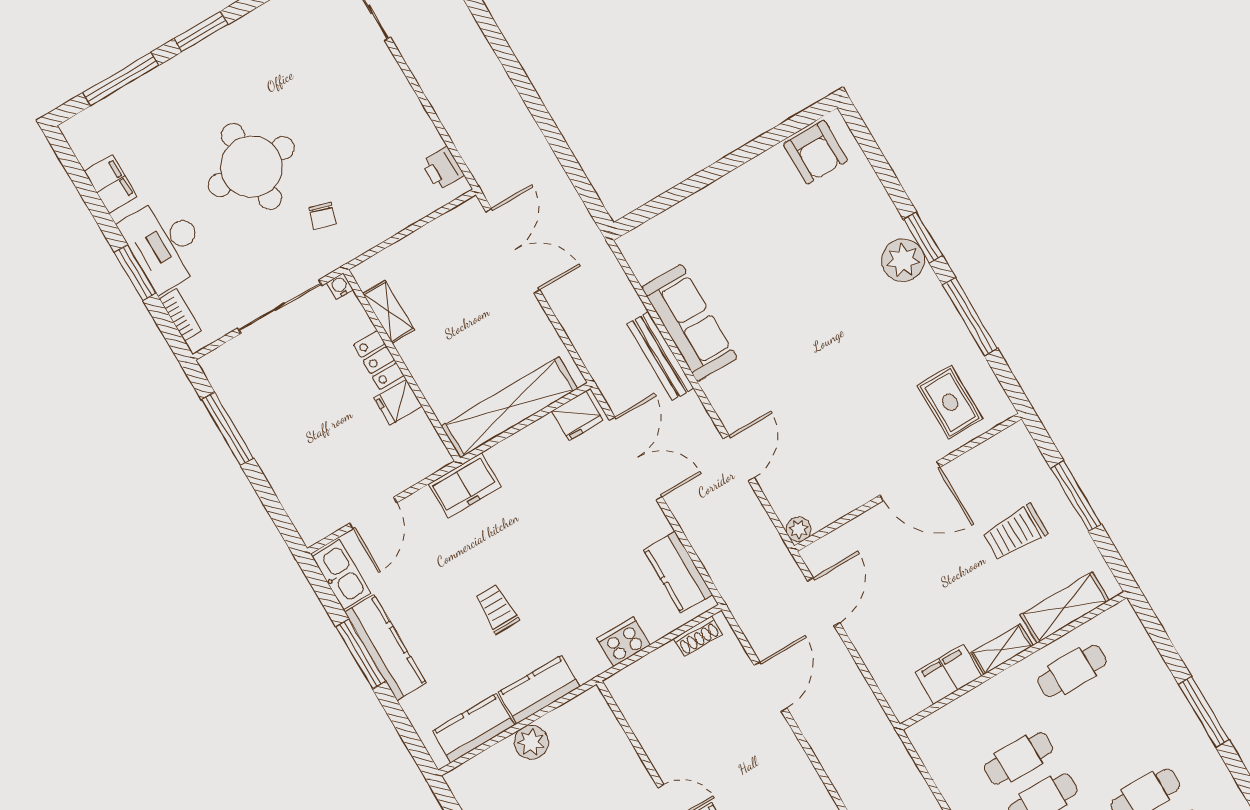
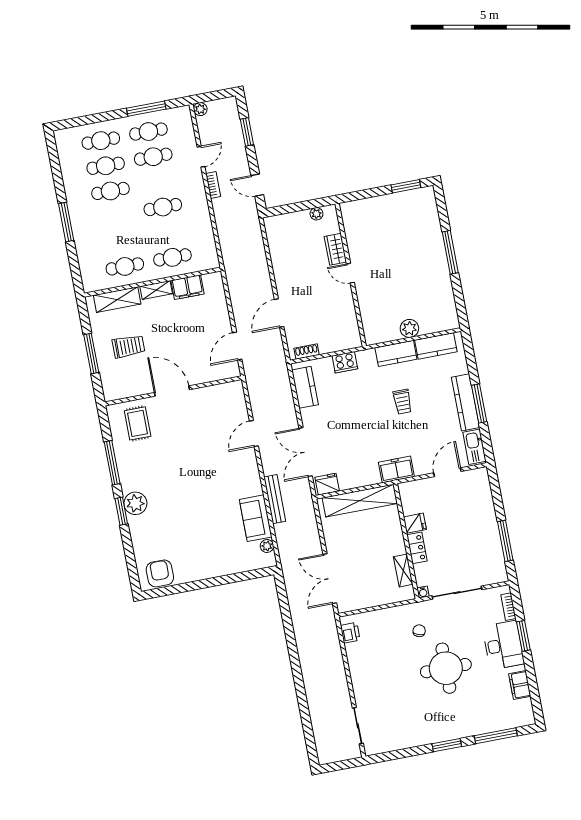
sofa: (689, 323) -> (256, 518), width x0.73
plant: (799, 529) -> (267, 546), moved
cafe table: (1018, 758) -> (172, 257), moved

